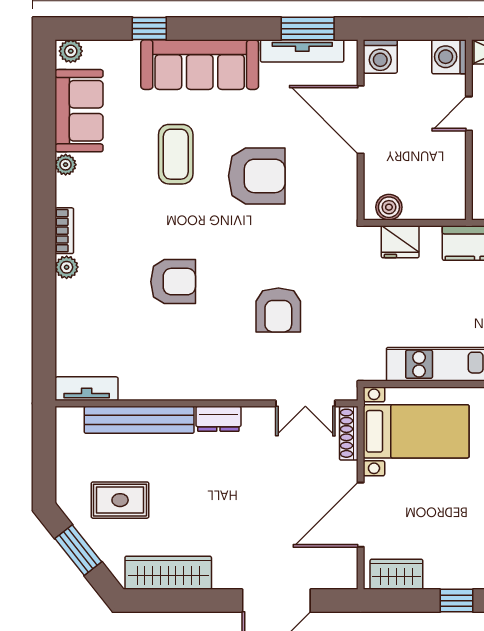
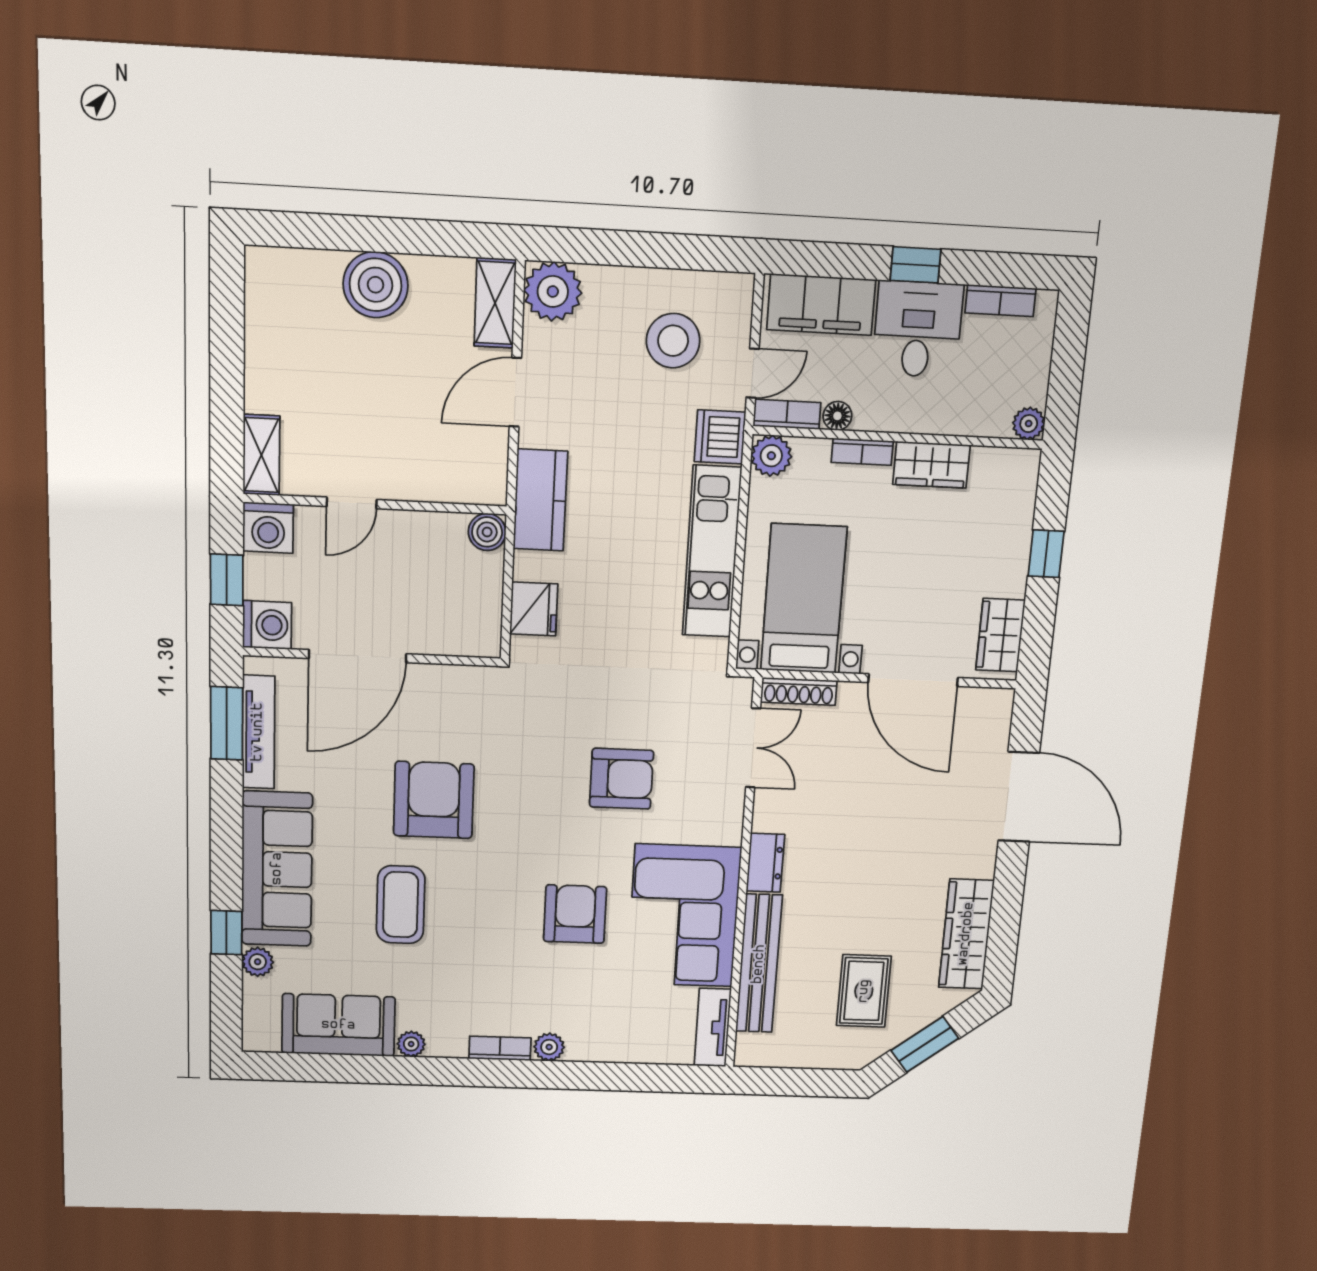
window: (411, 29) -> (227, 580), added
plant: (71, 51) -> (258, 962), moved
door: (469, 114) -> (352, 503), hinge flipped
coffee table: (176, 154) -> (401, 905), turned 90
boiler: (389, 207) -> (487, 532), moved
corner sofa: (175, 362) -> (684, 916), added

